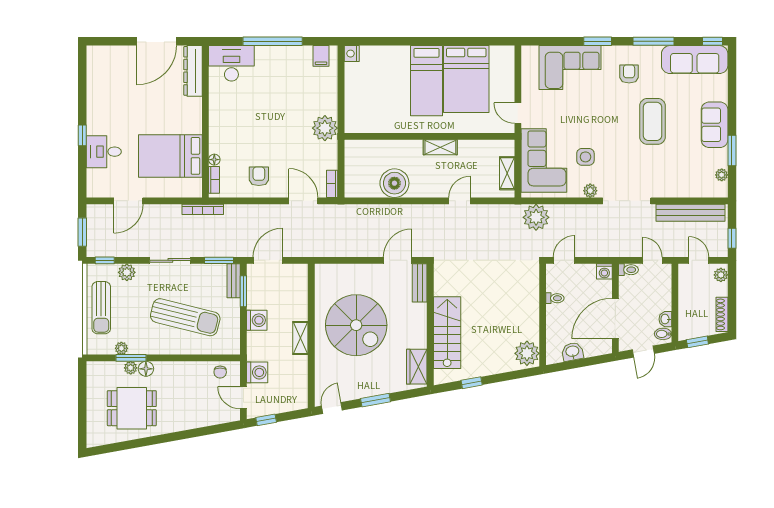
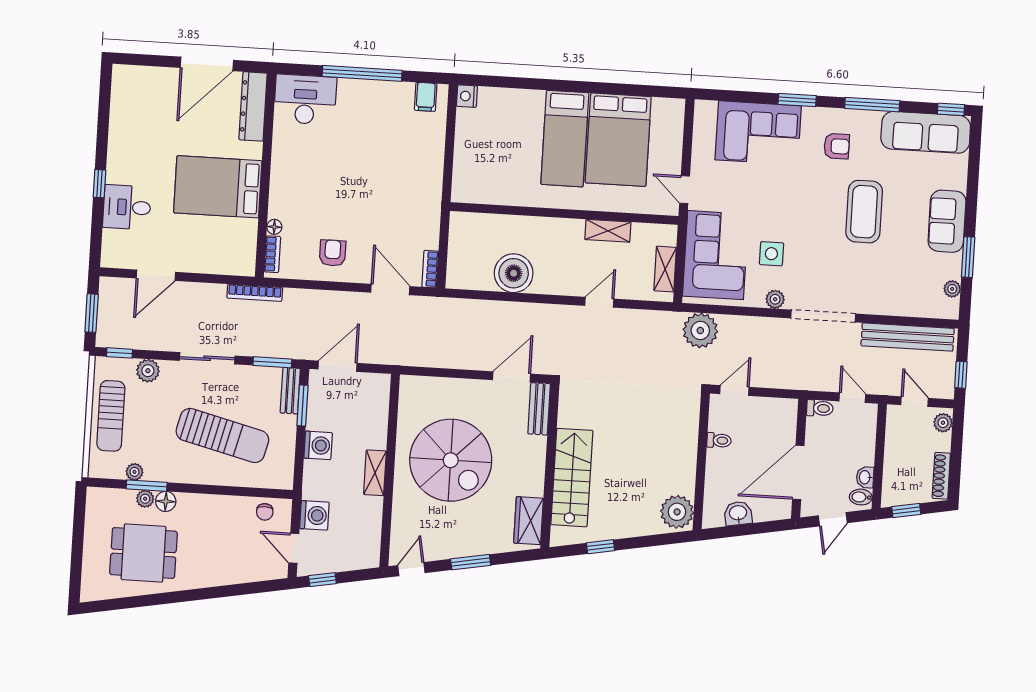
armchair: (629, 74) -> (837, 146), turned 90
plant: (325, 128) -> (425, 194), removed
shelving: (440, 147) -> (608, 231), moved
bed: (170, 156) -> (218, 187), moved
washing machine: (604, 271) -> (787, 409), removed

